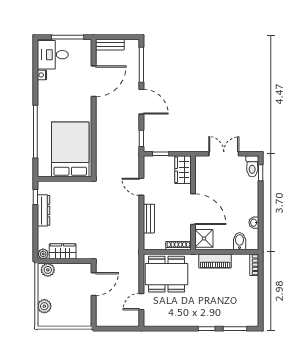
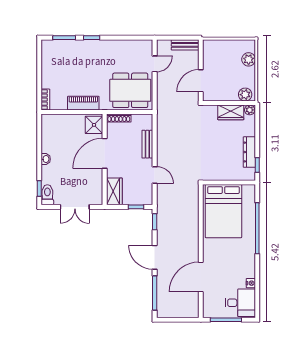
bench: (110, 45) -> (185, 45), moved
door: (193, 209) -> (105, 153), hinge flipped
washbasin: (254, 223) -> (46, 159), moved
bidet: (240, 241) -> (60, 122), removed

